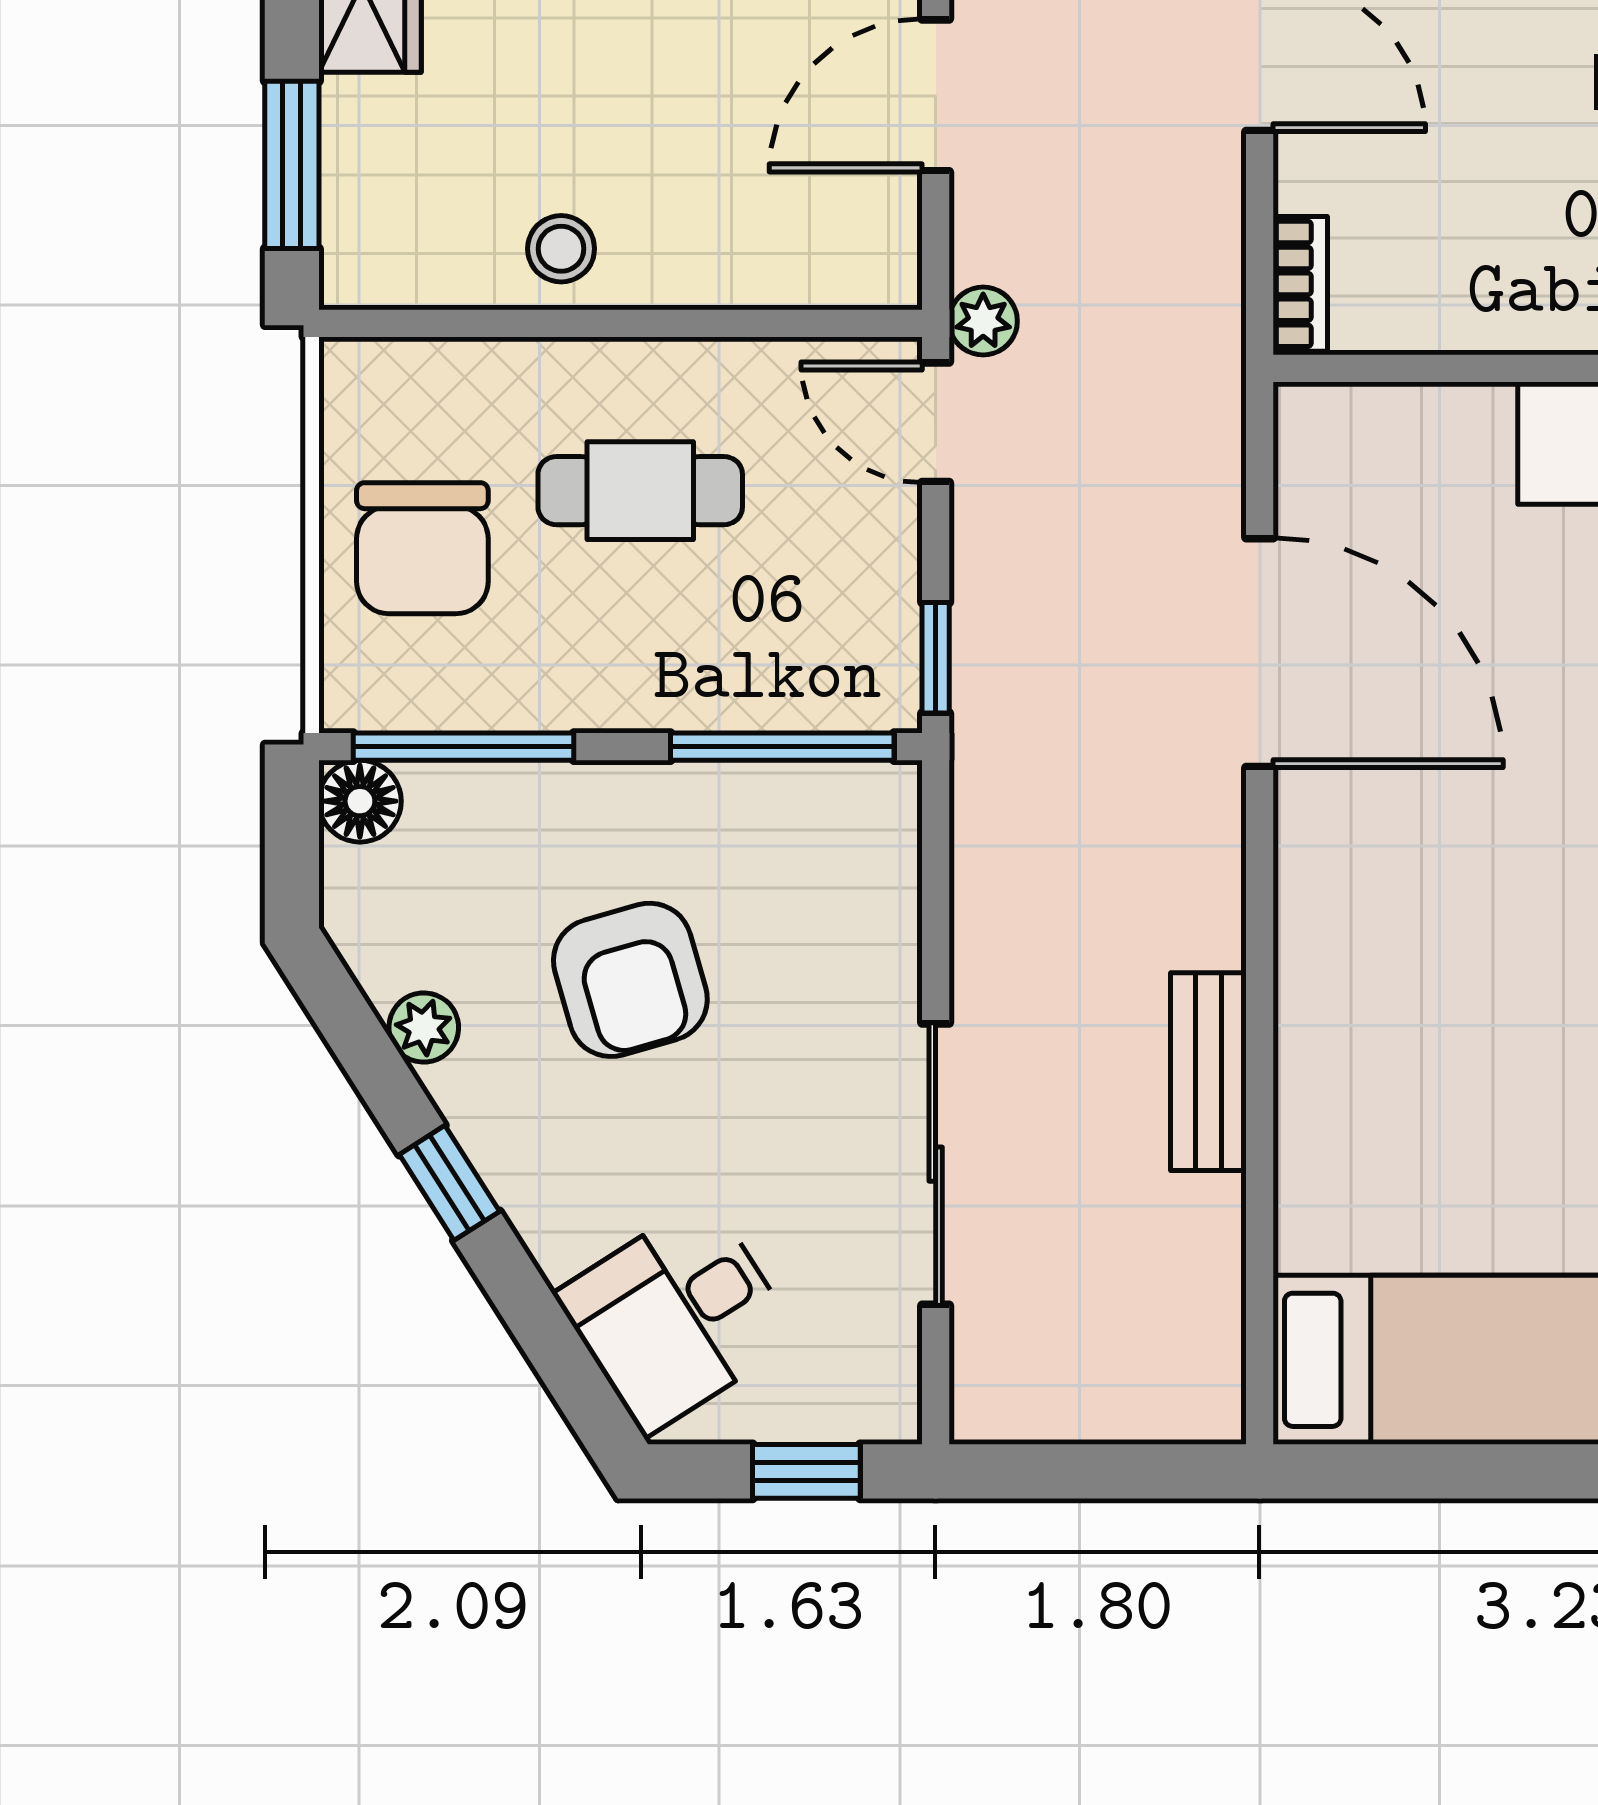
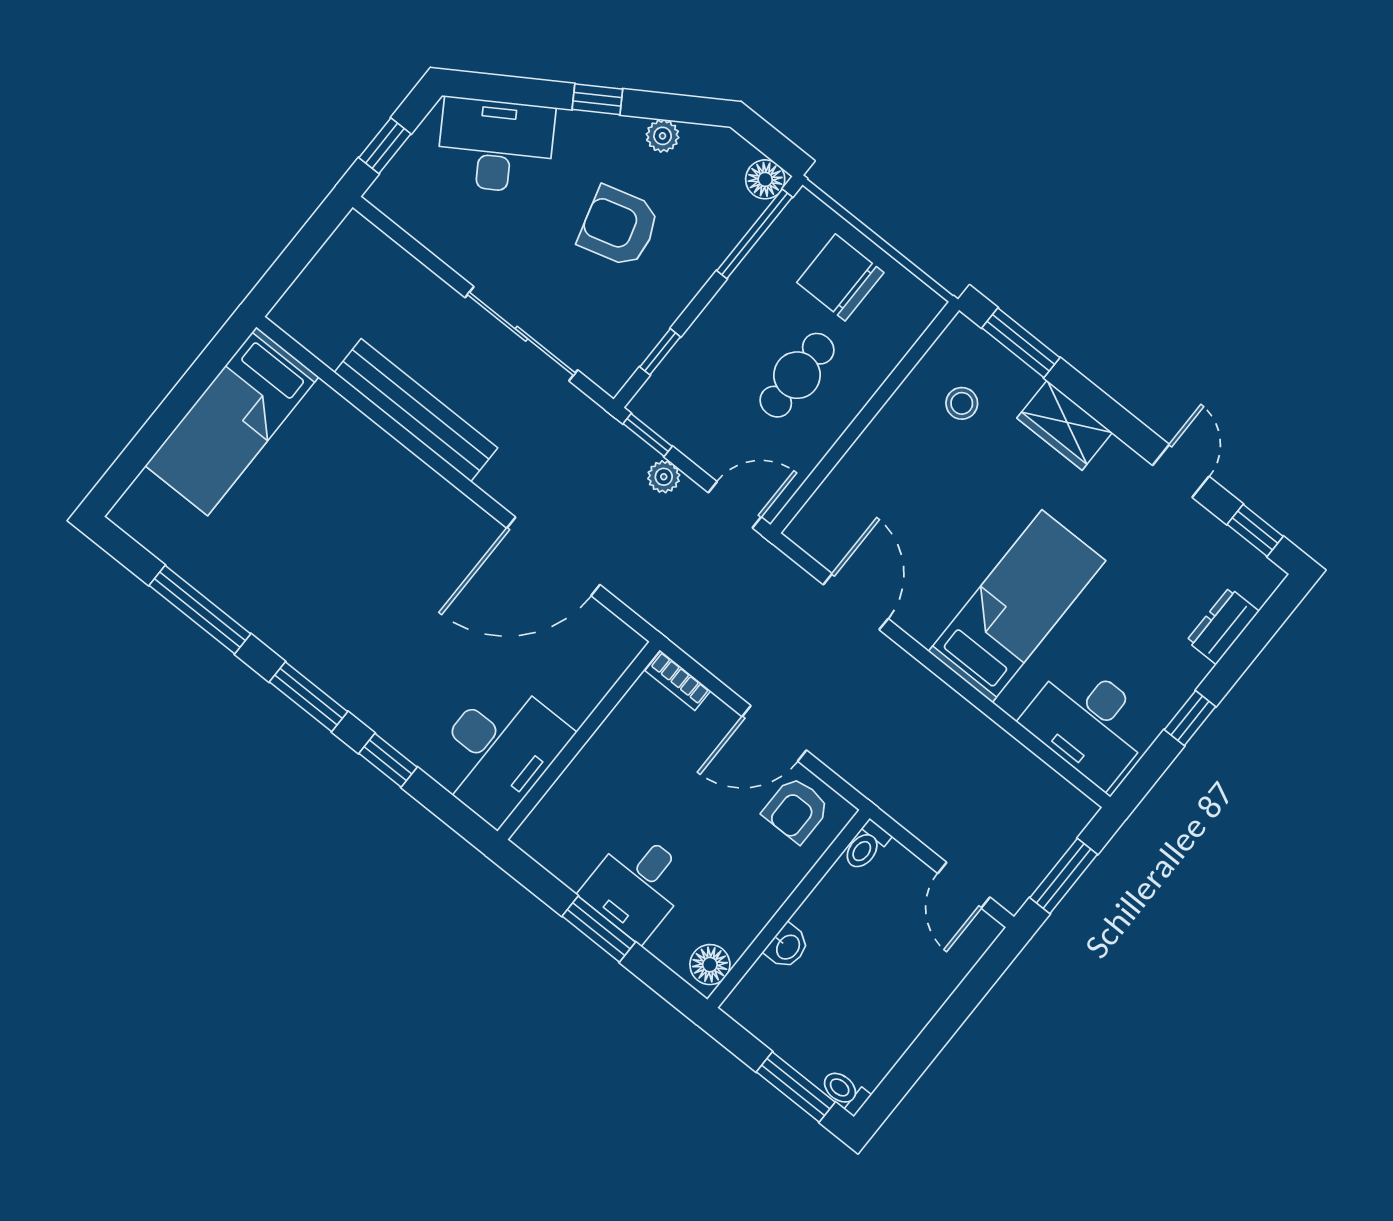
stool: (561, 249) -> (962, 403), moved
plant: (983, 321) -> (664, 477), moved
window: (782, 747) -> (660, 352), width x0.46
bench: (1208, 1072) -> (416, 410), width x1.86, depth x1.21
sliding door: (936, 1164) -> (521, 334), moved
desk: (677, 1316) -> (496, 146), width x1.37

